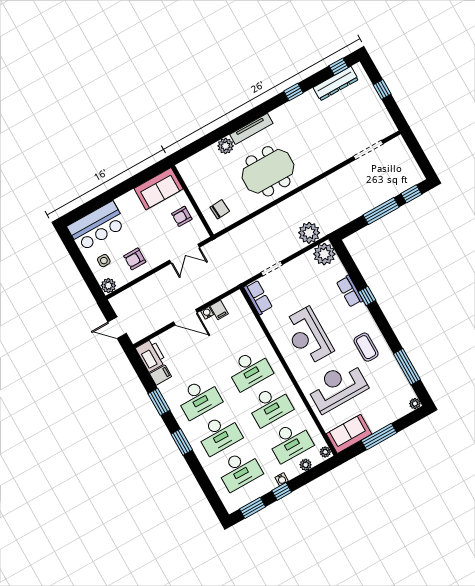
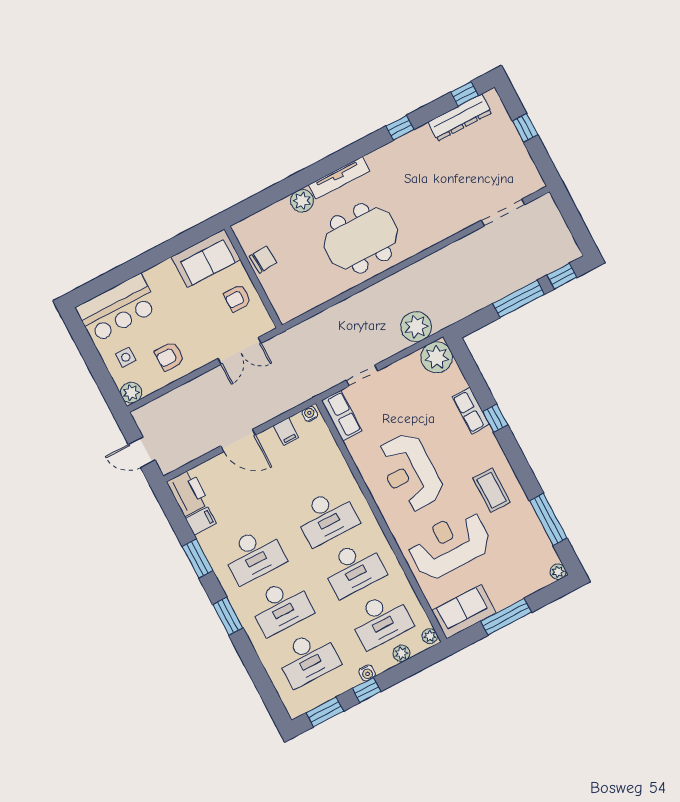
chair: (220, 209) -> (263, 260), moved
water cooler: (207, 313) -> (310, 414), moved

